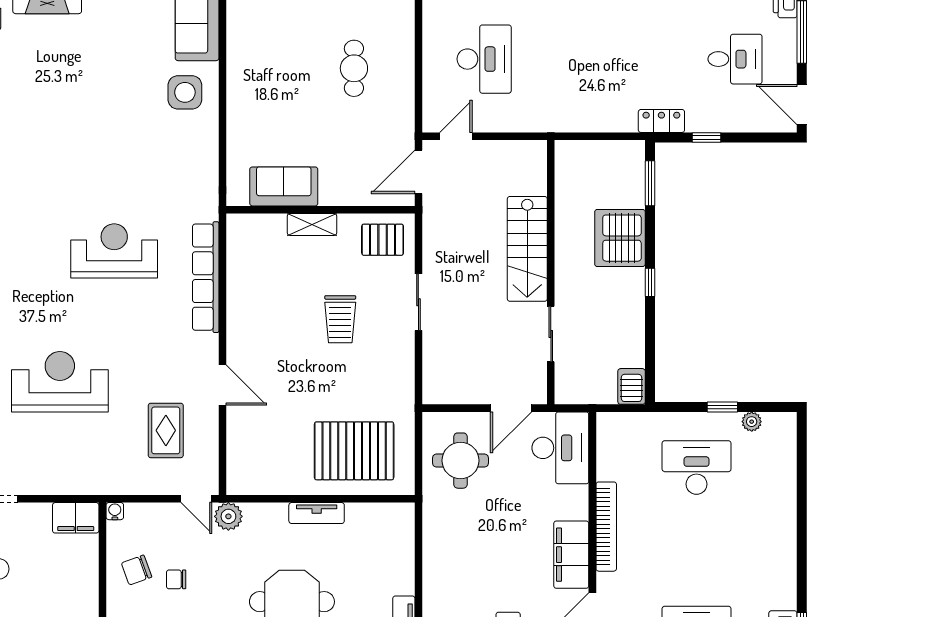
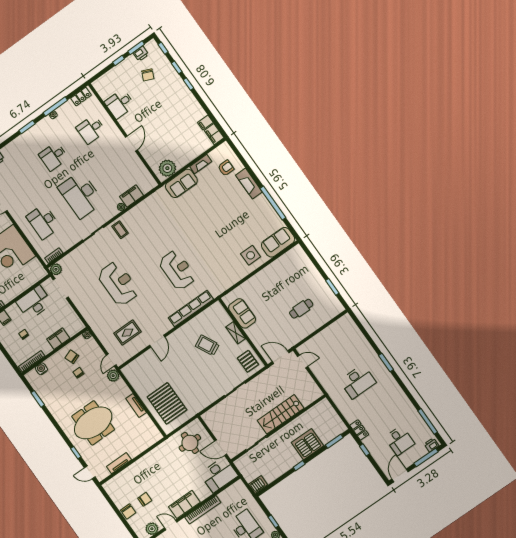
desk: (484, 59) -> (358, 382), moved
trolley: (340, 319) -> (207, 345), moved, turned 63
filing cabinet: (76, 518) -> (58, 339), moved, turned 90

